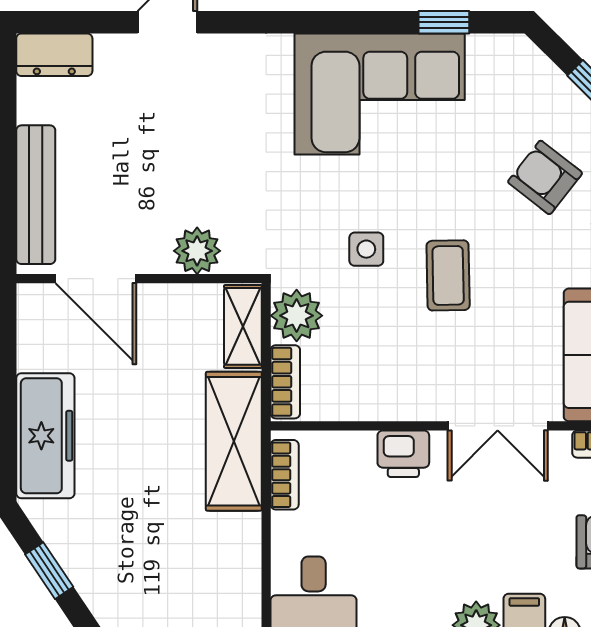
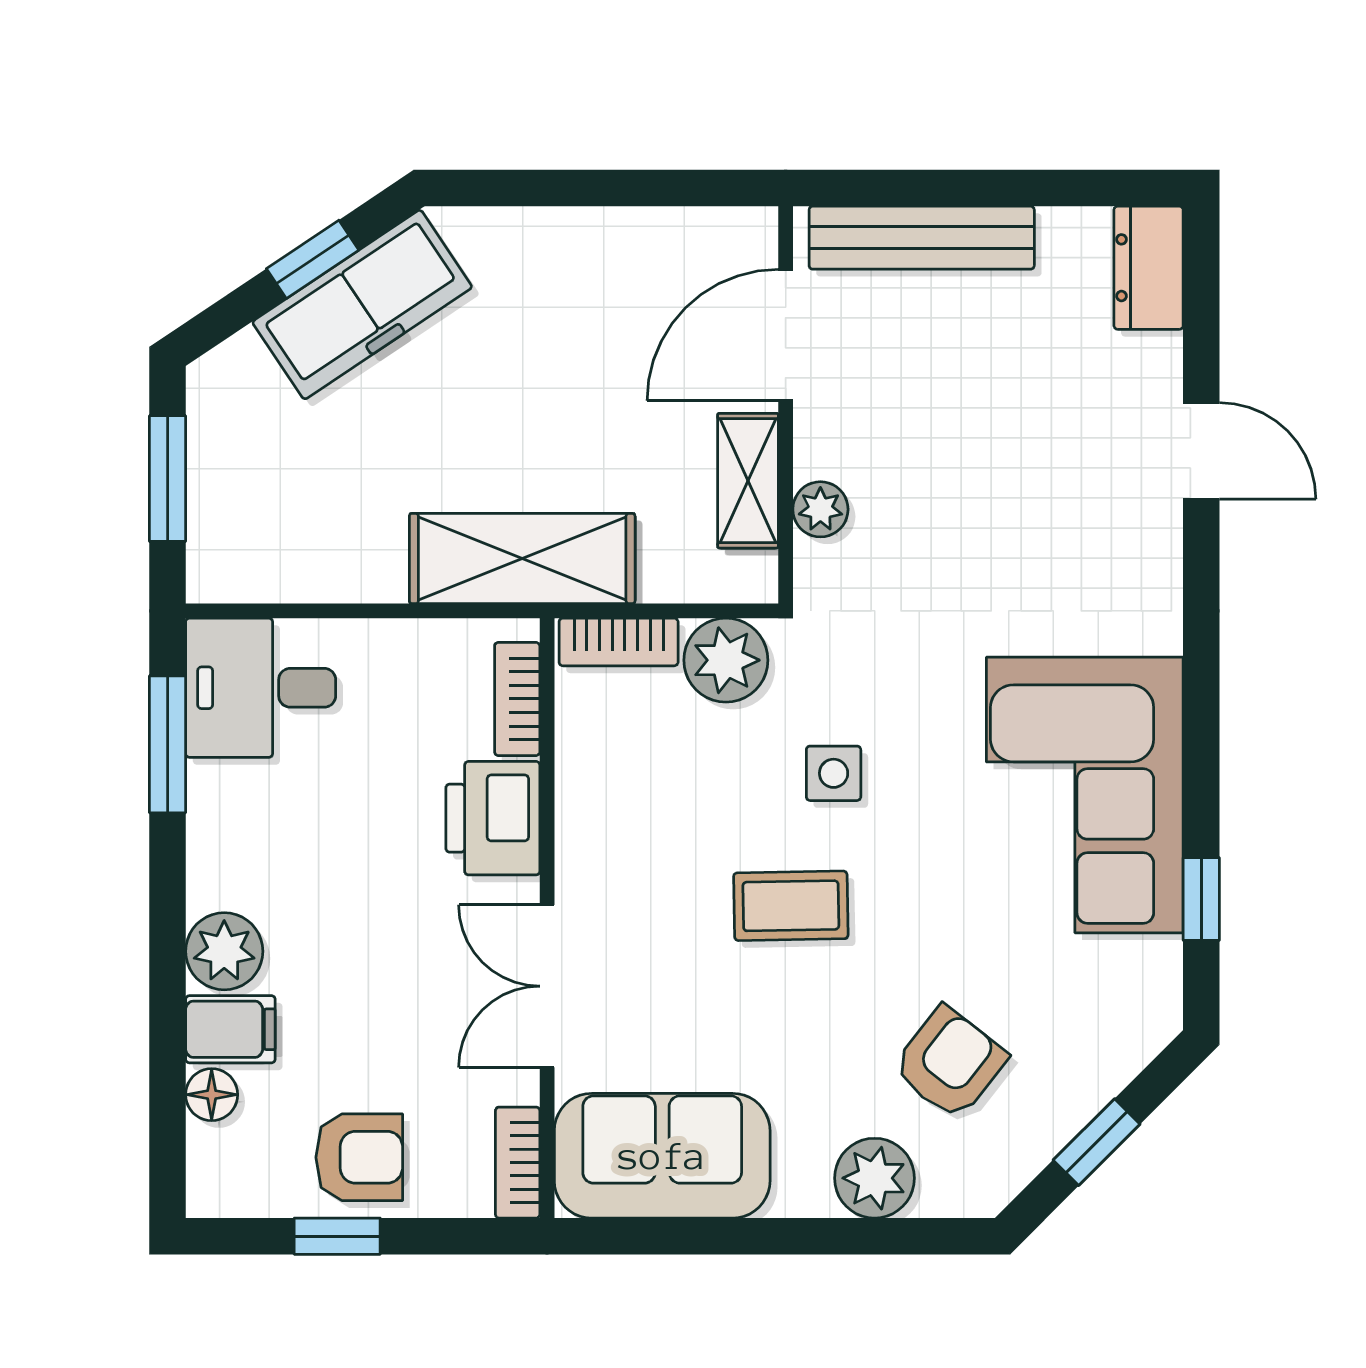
plant: (197, 251) -> (820, 509), width x0.73, depth x0.73
shelving: (243, 326) -> (748, 481), moved, turned 90
freezer: (45, 436) -> (362, 305), moved, turned -34
printer: (403, 454) -> (493, 818), width x1.36, depth x1.24
bookcase: (285, 475) -> (517, 699), moved, turned 90

